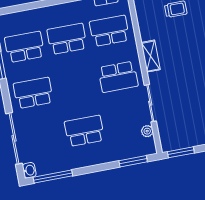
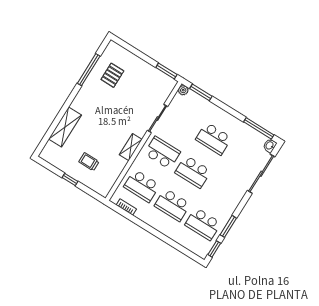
school desk: (33, 93) -> (193, 172), moved
plant: (147, 131) -> (183, 90), moved

